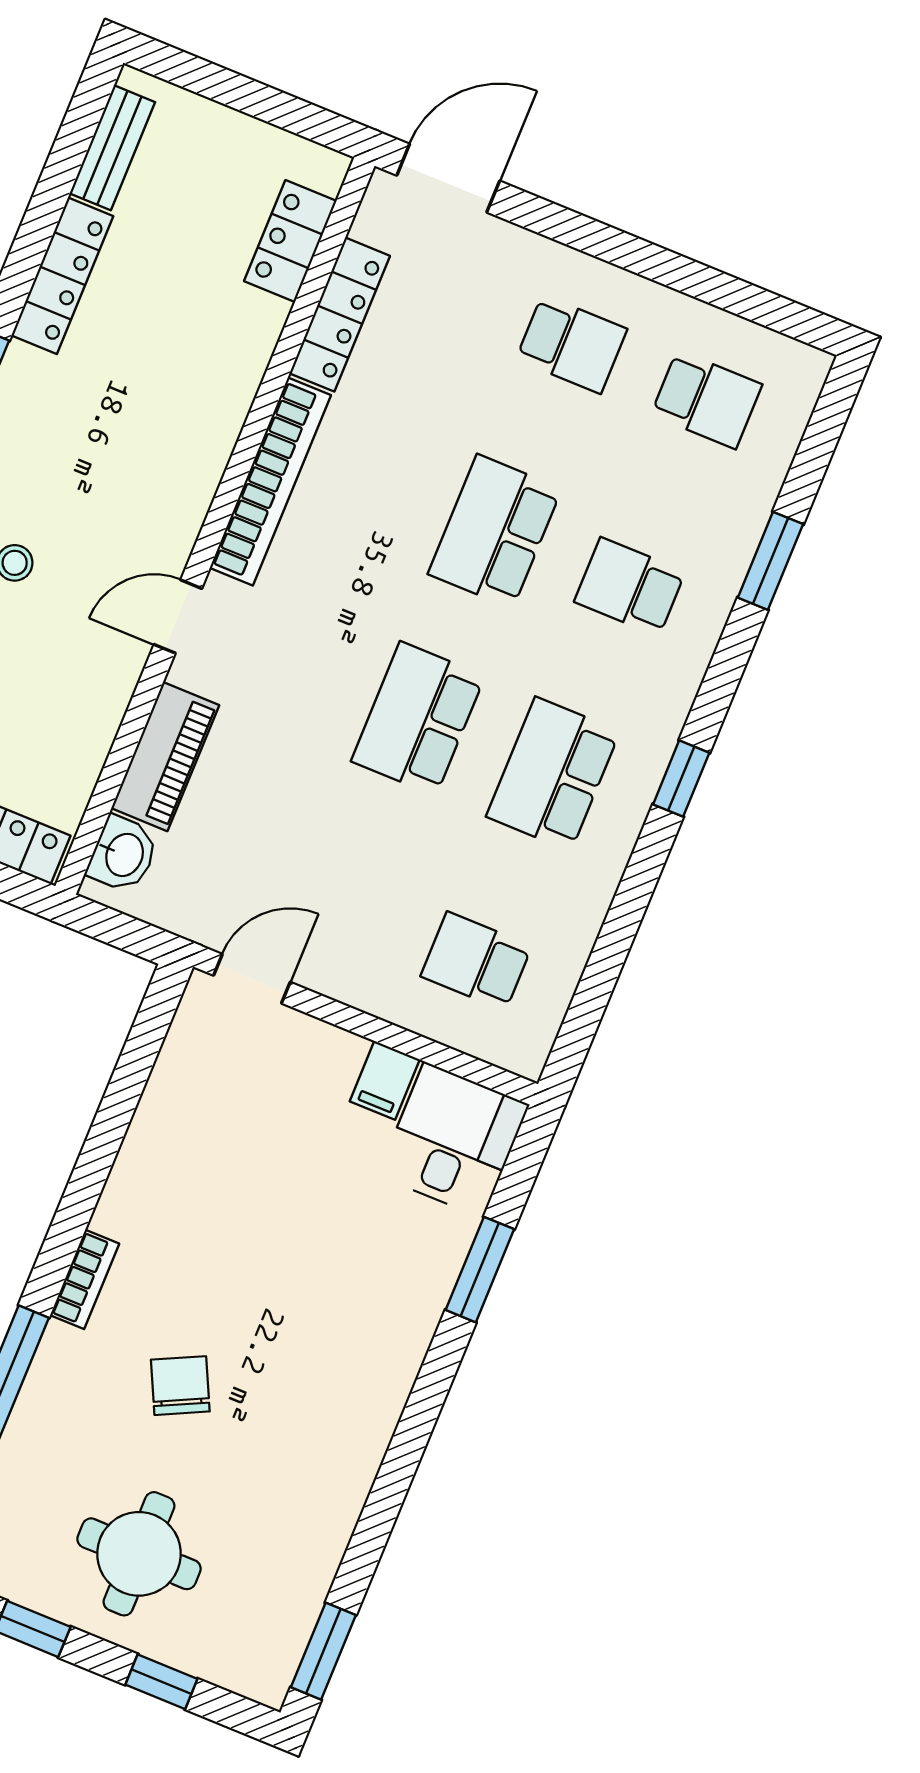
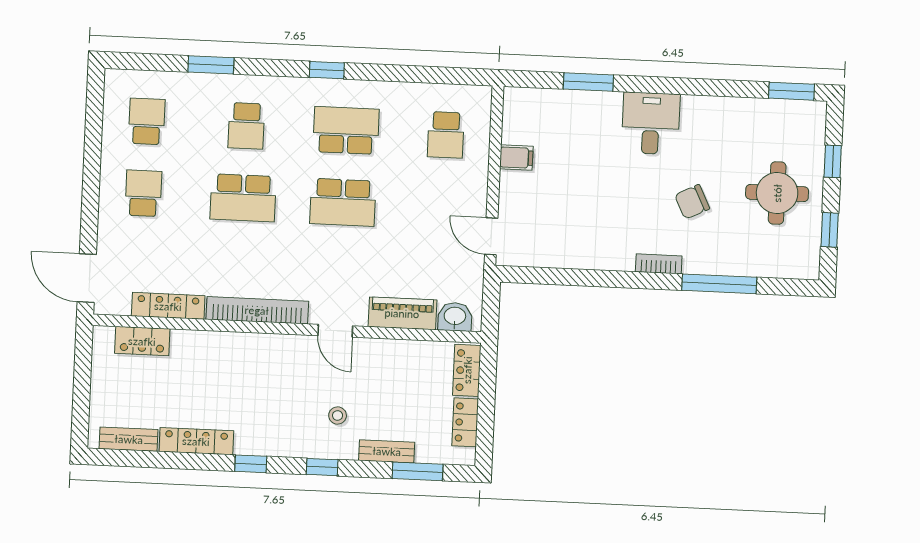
school desk: (553, 774) -> (346, 130), turned 180
desk: (454, 1140) -> (651, 123), moved, turned 90

